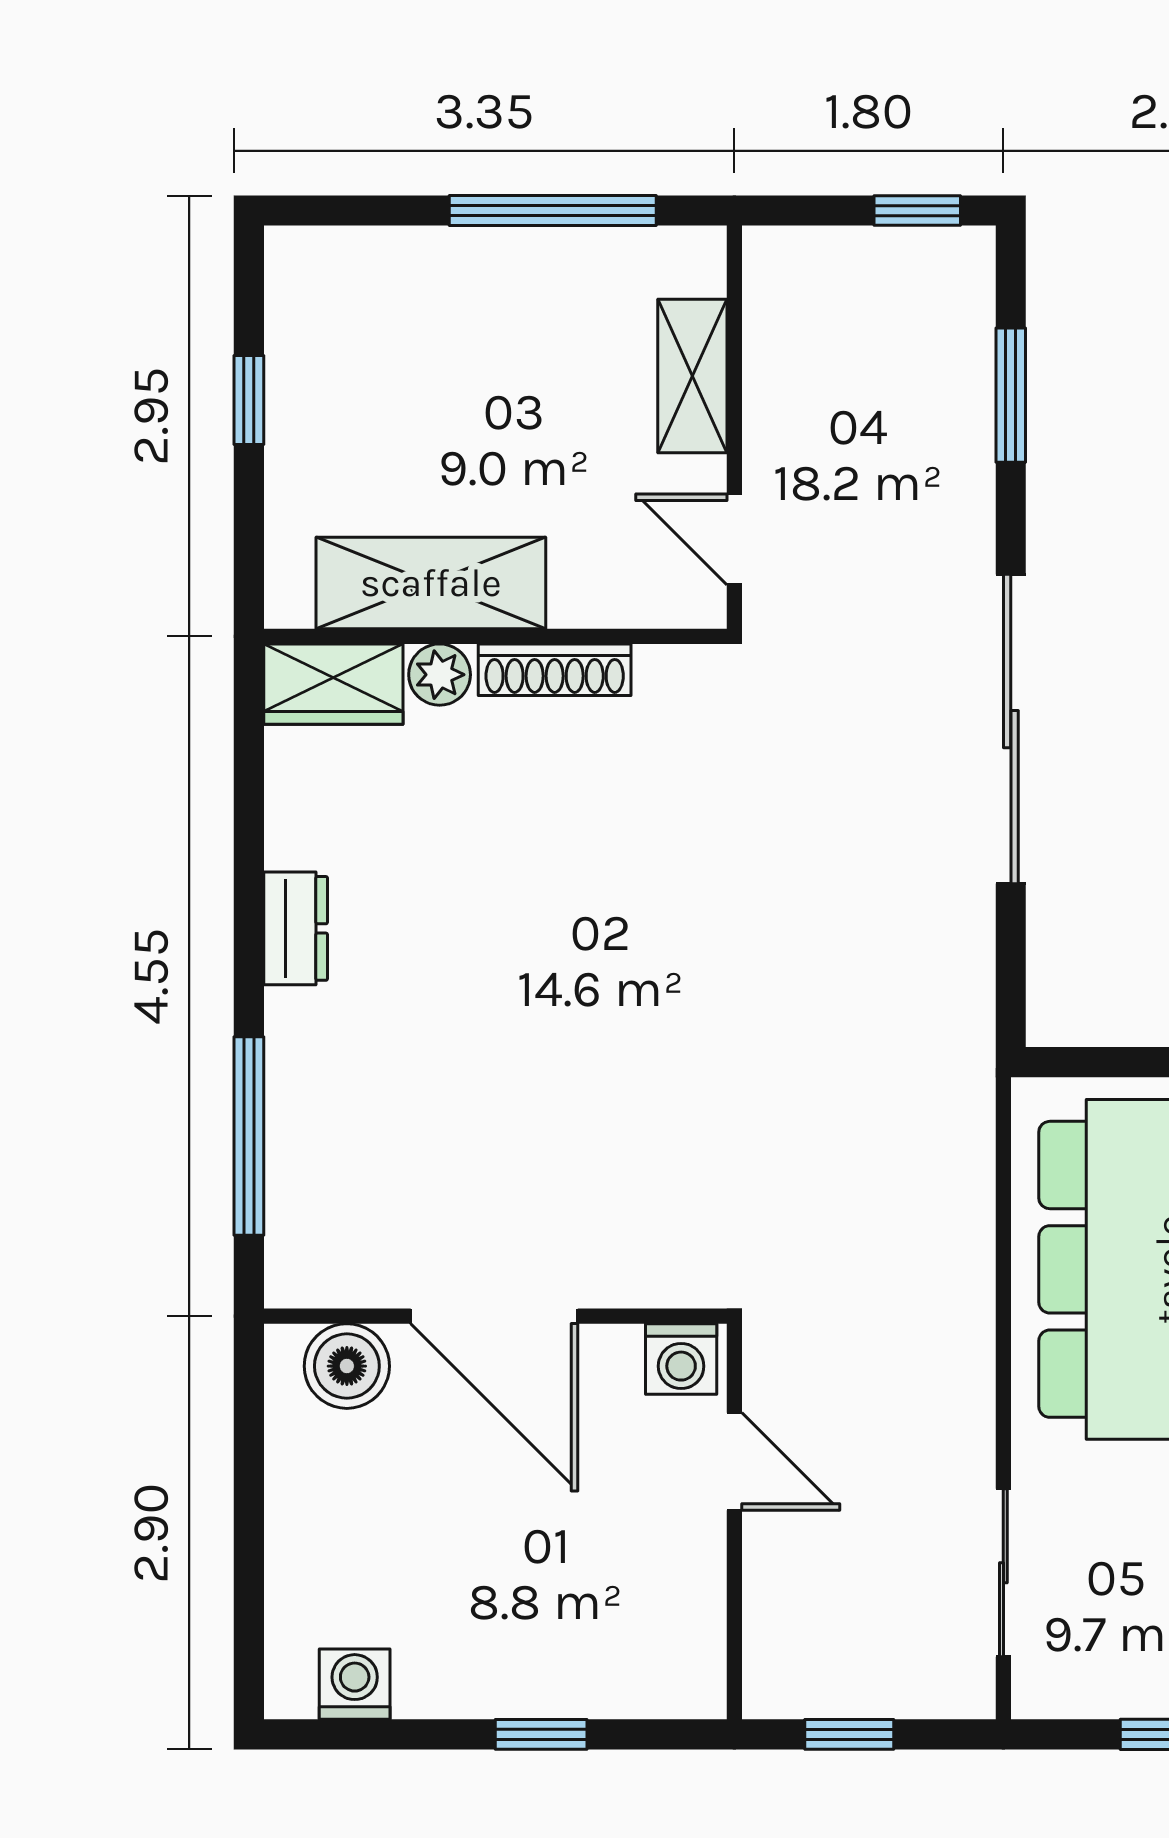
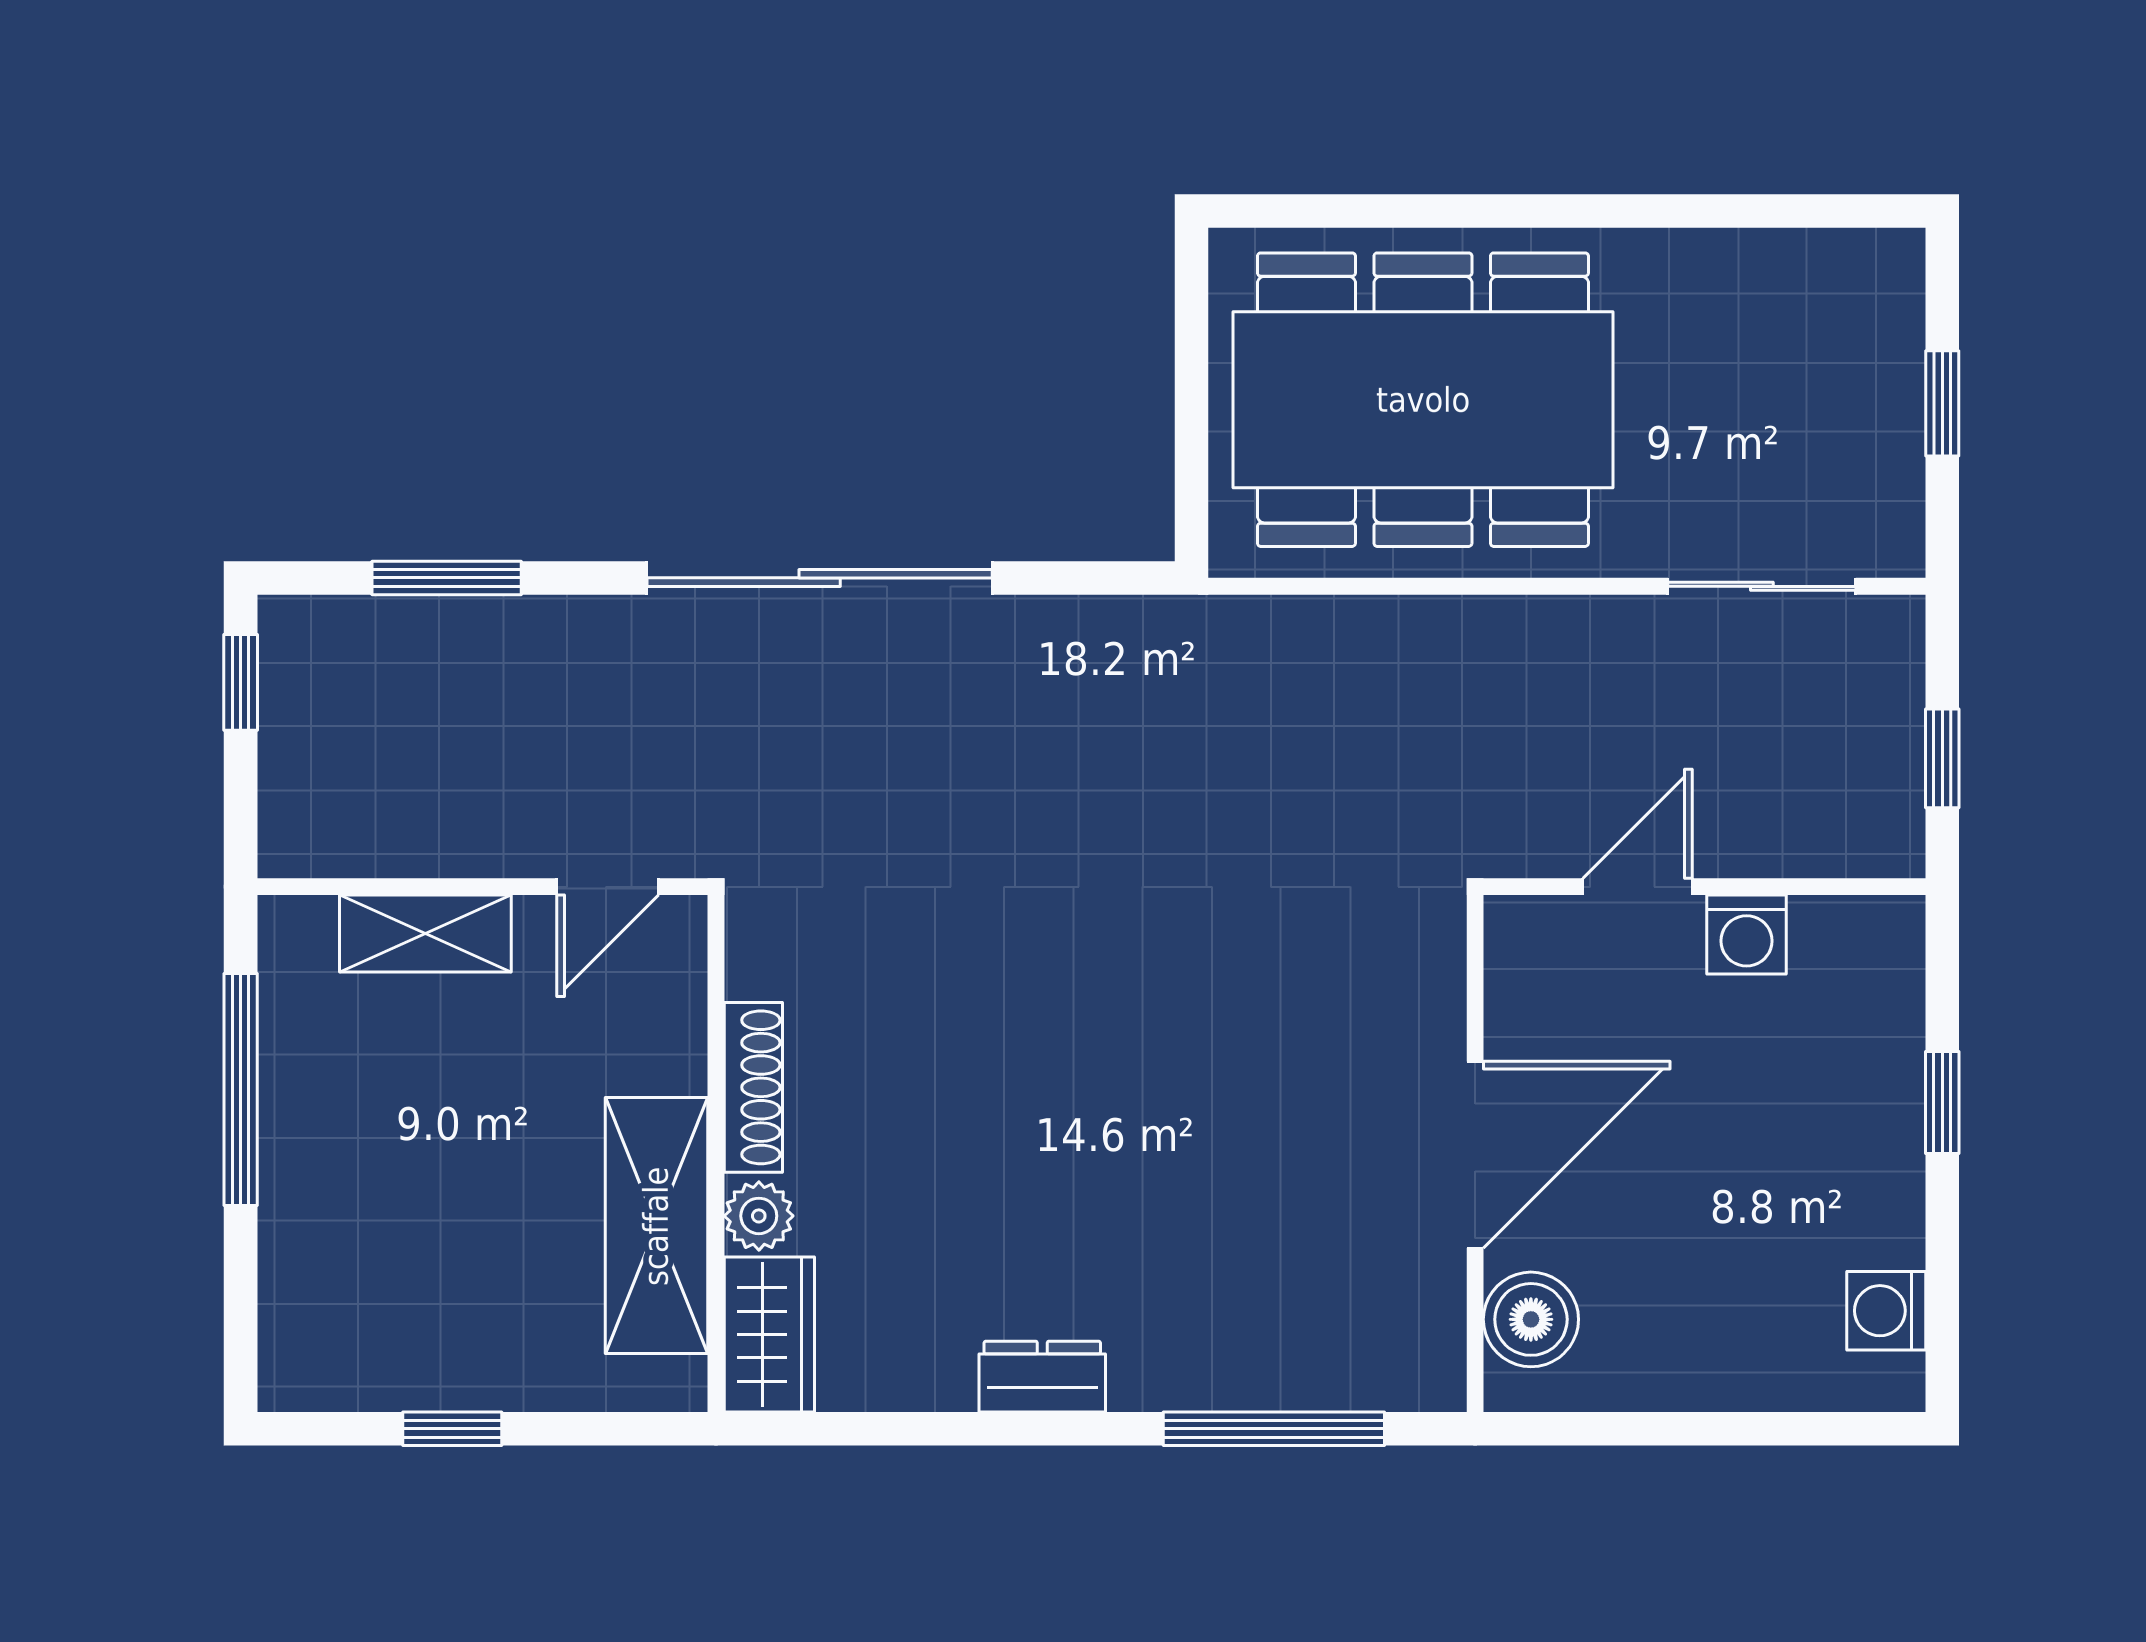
washing machine: (681, 1359) -> (1747, 935), moved, turned 90

